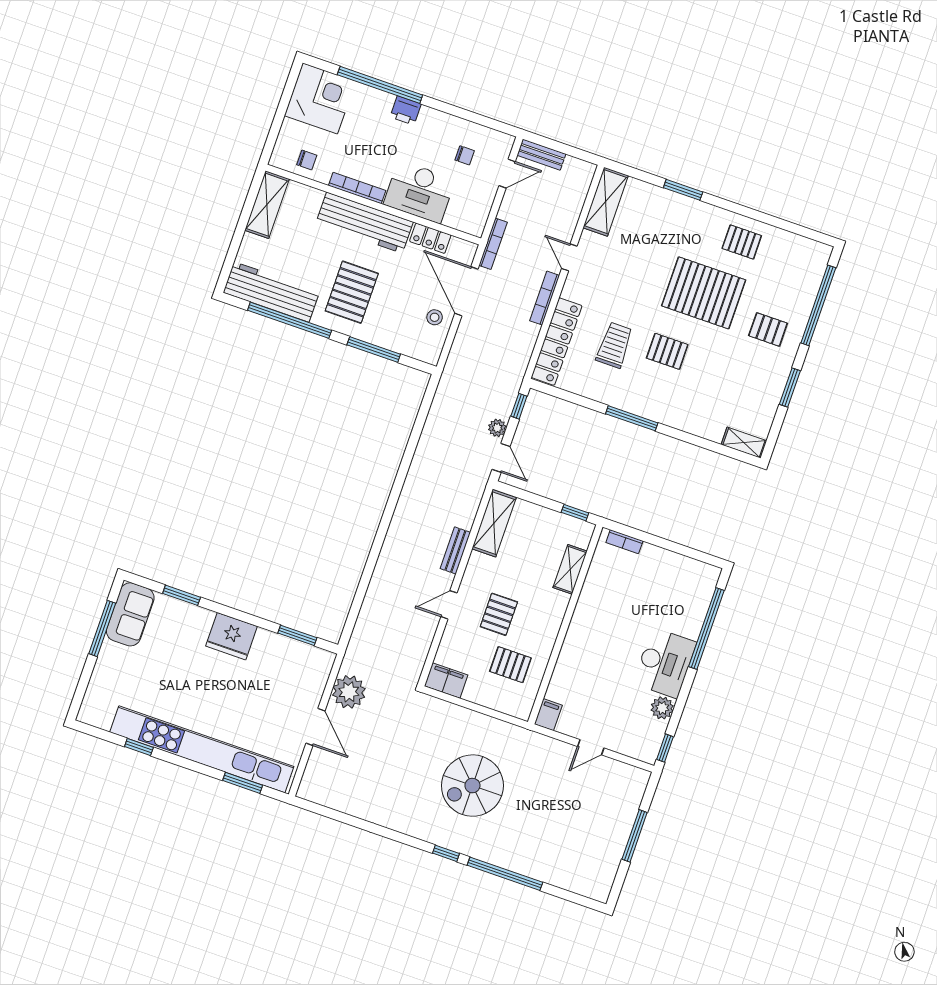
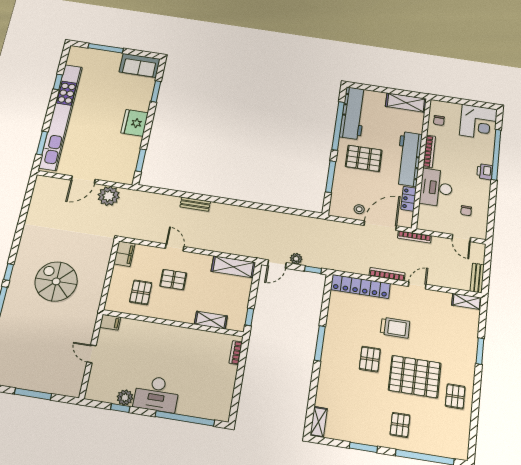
bench: (541, 155) -> (477, 278), moved
shelving: (606, 202) -> (467, 301), width x0.67, depth x0.75
pallet: (704, 293) -> (415, 377), turned 90
trolley: (614, 345) -> (395, 328), moved
bench: (455, 550) -> (195, 204), moved
window: (102, 628) -> (106, 48), moved
window: (665, 748) -> (120, 408), moved

